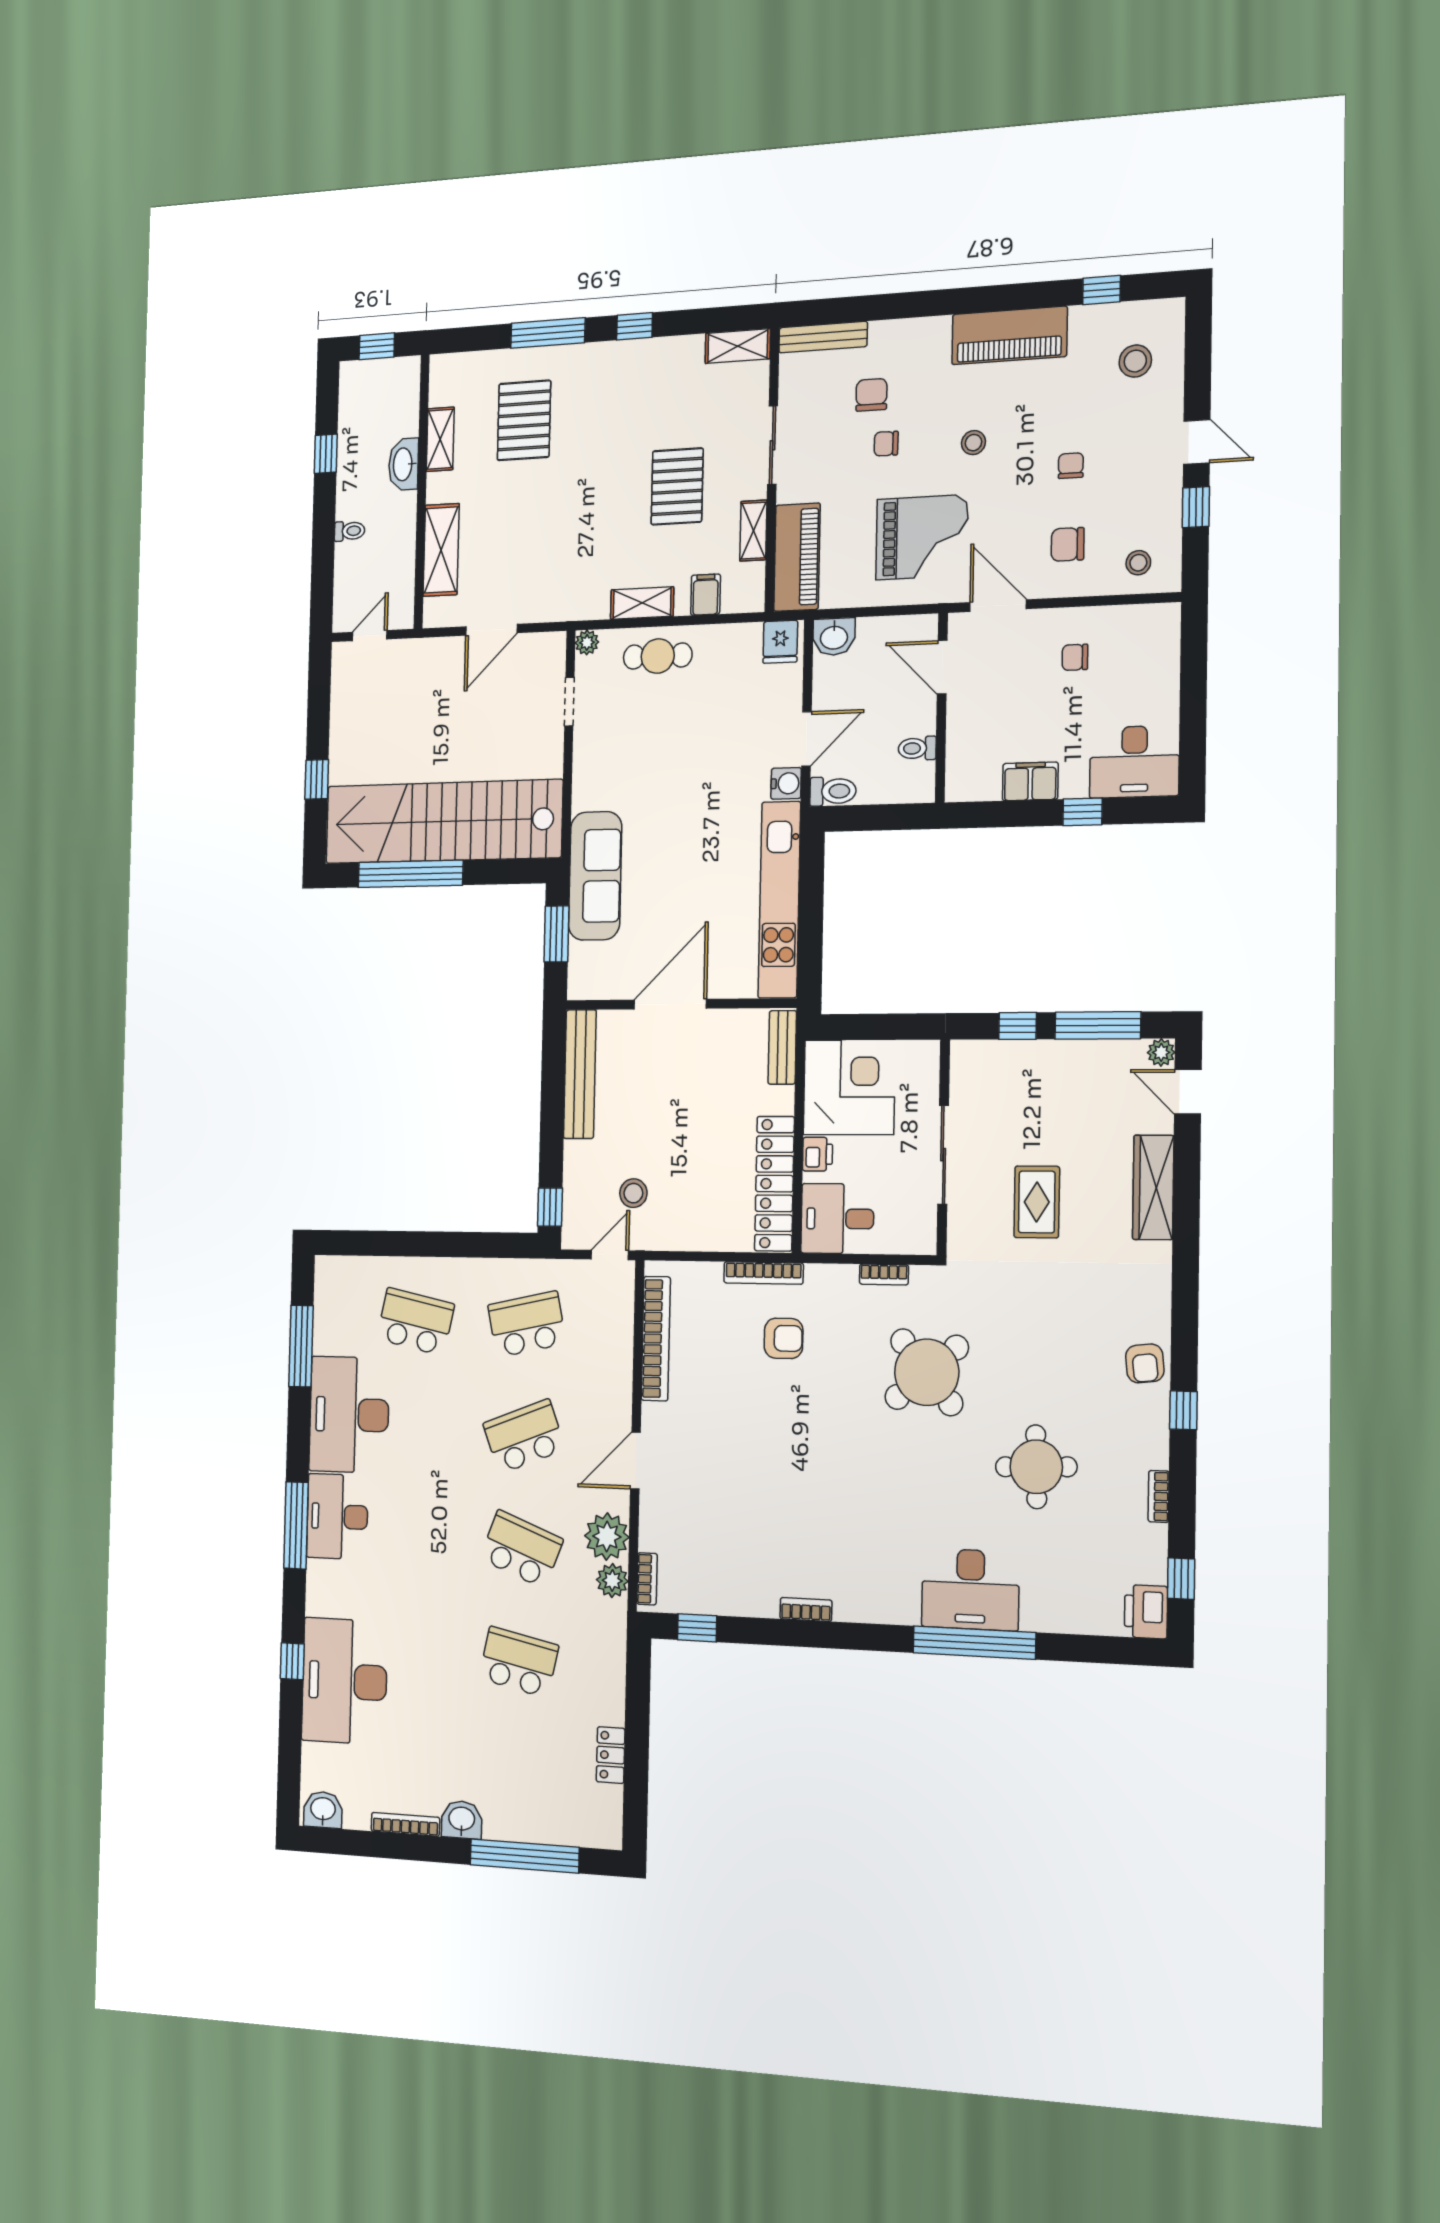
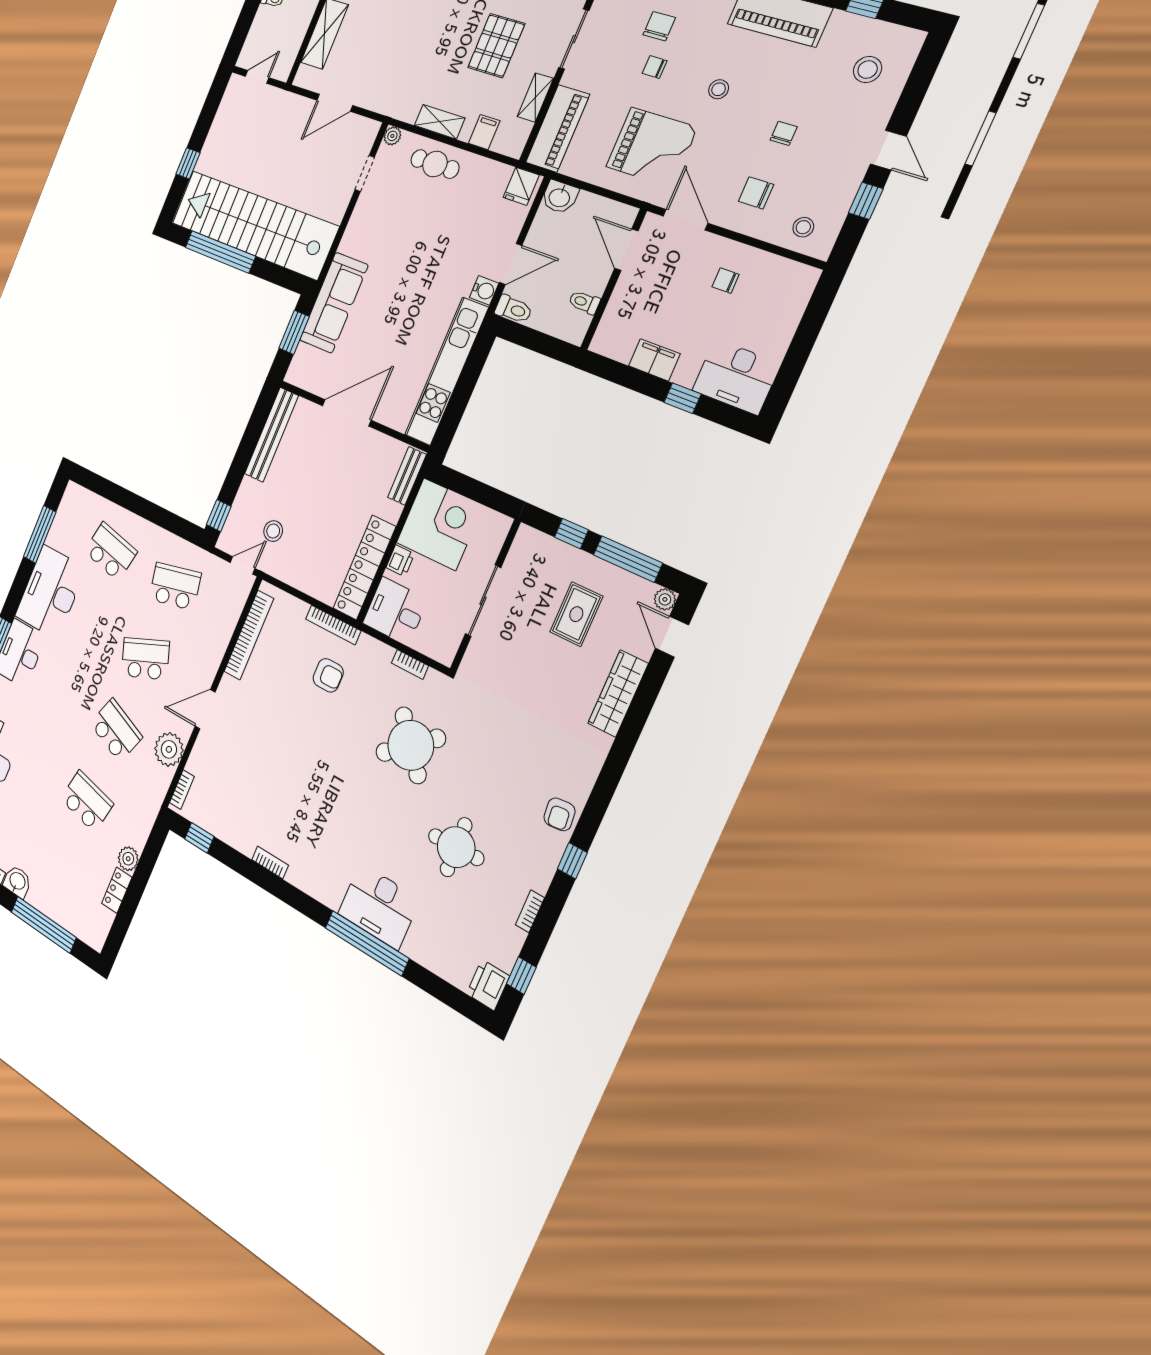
rug: (1037, 1202) -> (576, 614), moved
plant: (612, 1581) -> (128, 859), moved

